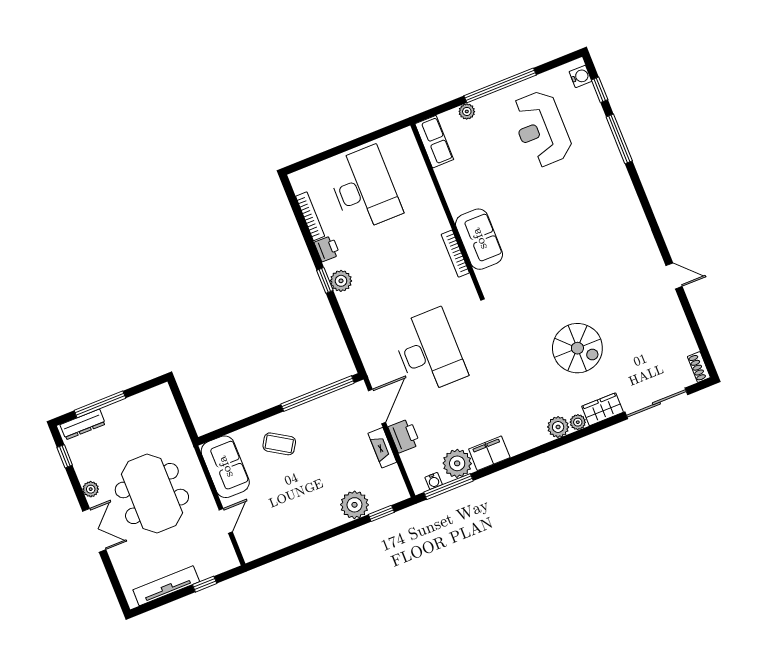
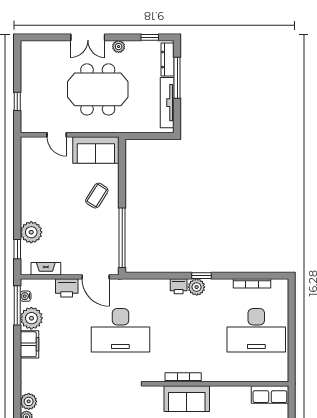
printer: (327, 249) -> (179, 286), moved
fireplace: (382, 448) -> (46, 269), moved
tv unit: (166, 586) -> (167, 103), moved, turned 180

